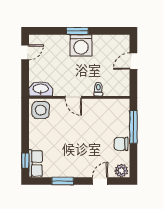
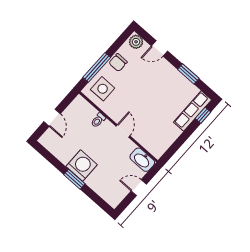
door: (25, 52) -> (139, 188), moved
door: (133, 61) -> (52, 118), hinge flipped
side table: (41, 110) -> (103, 89), moved
chair: (121, 144) -> (118, 63), turned 90
row of seats: (35, 163) -> (193, 111), width x1.48

